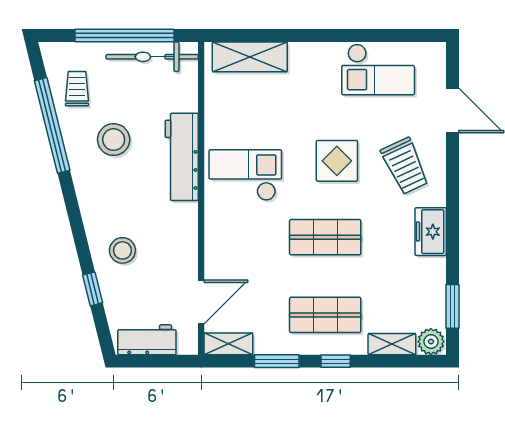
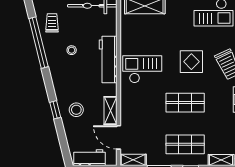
stool: (114, 140) -> (72, 50), width x0.53, depth x0.53
shelving: (186, 252) -> (111, 111), added
window: (93, 289) -> (55, 110), moved
door: (201, 302) -> (119, 137), swing flipped

